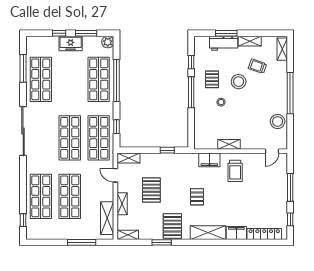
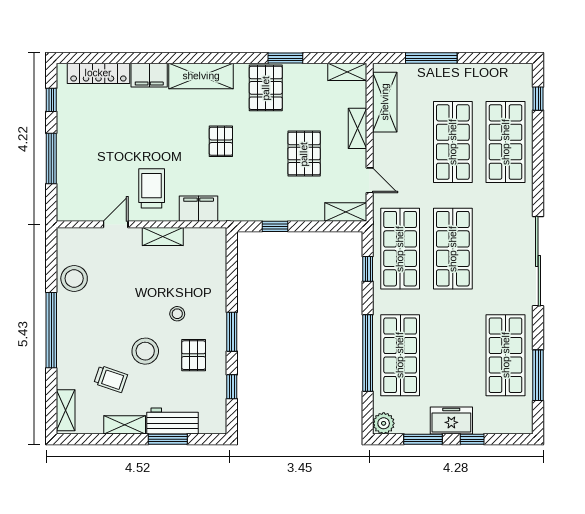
window: (191, 92) -> (232, 332), width x0.69
door: (272, 151) -> (116, 224), moved

